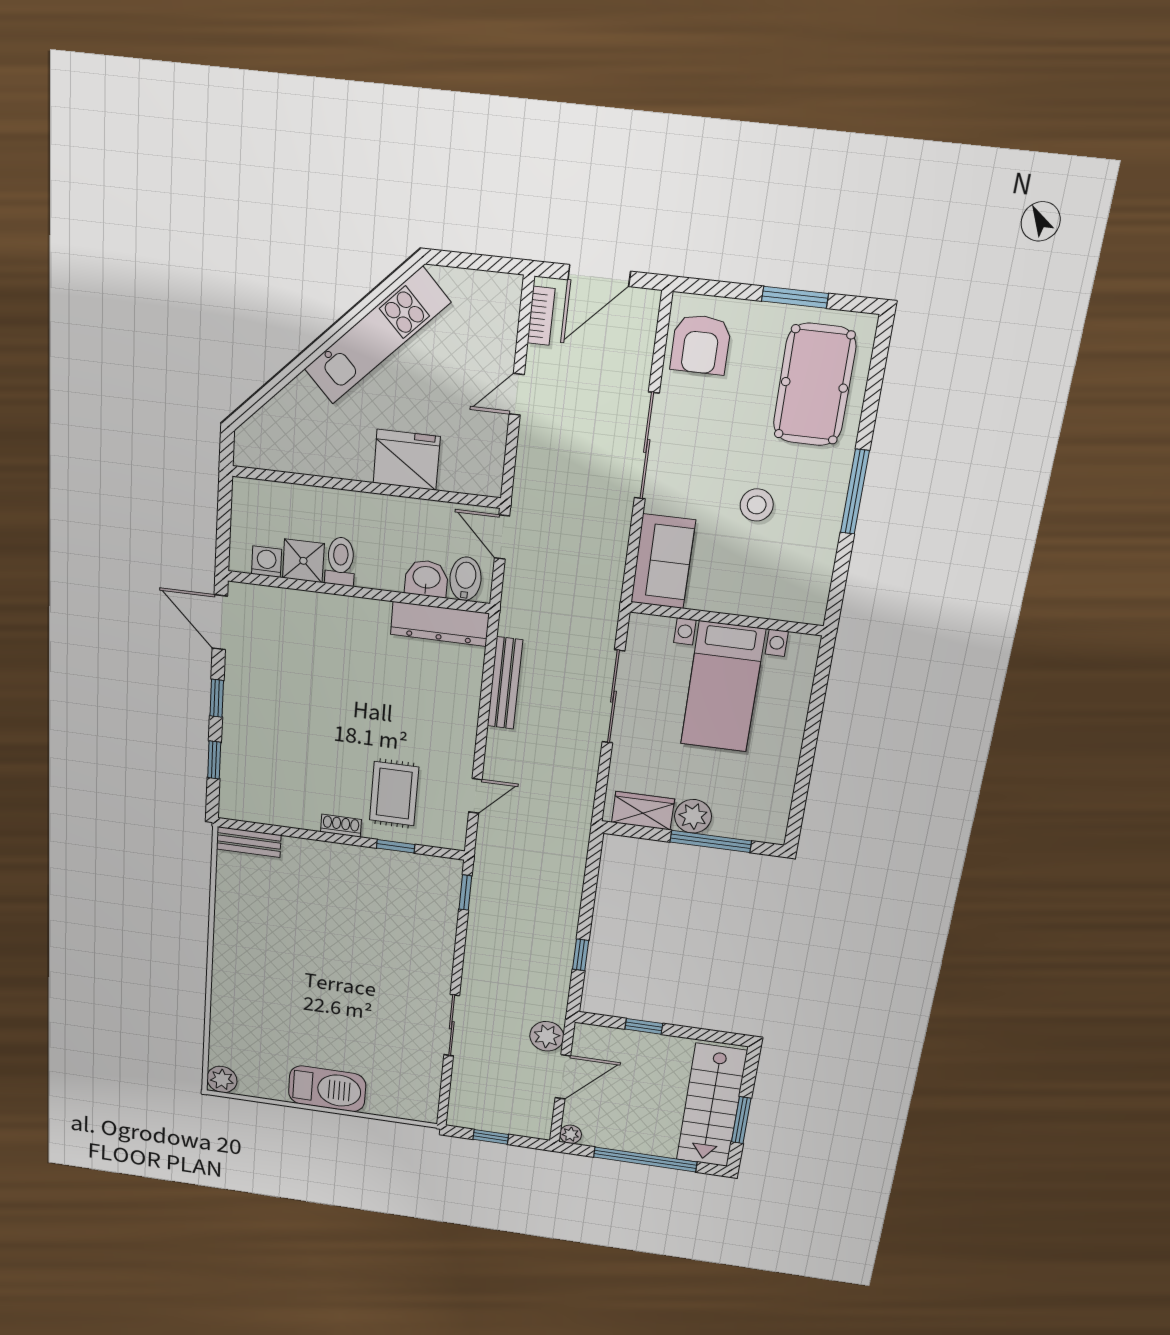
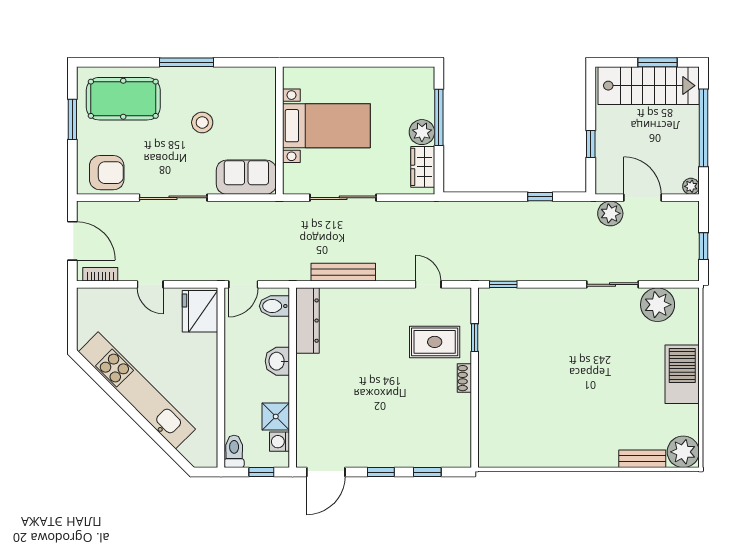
kitchen unit: (377, 336) -> (137, 390), width x1.36
fridge: (407, 460) -> (200, 311), moved
window: (224, 530) -> (261, 472), added
toilet: (340, 561) -> (234, 451), moved, turned 90
washbasin: (426, 578) -> (277, 361), moved
bench: (249, 842) -> (642, 459), moved, turned 90
plant: (420, 1074) -> (658, 305), added
plant: (222, 1079) -> (683, 452), width x1.36, depth x1.36

